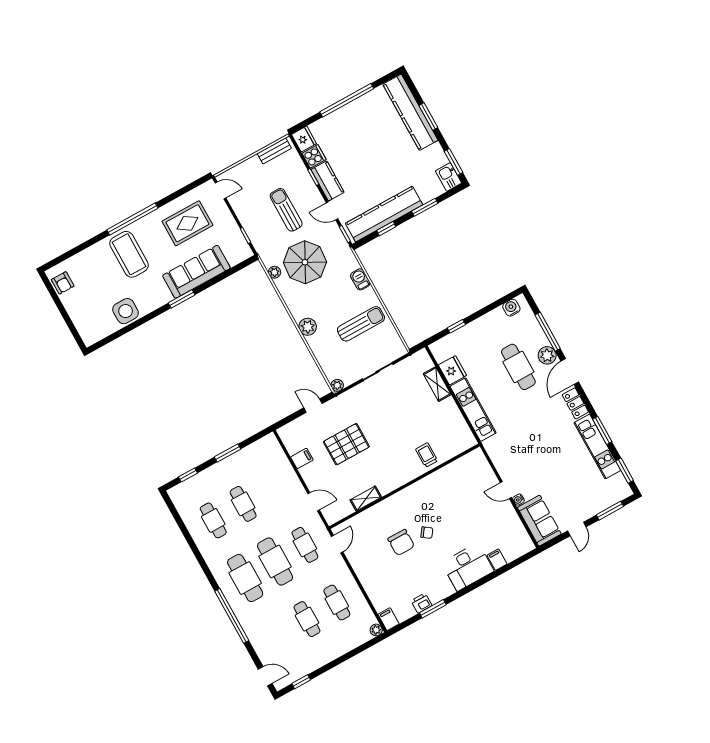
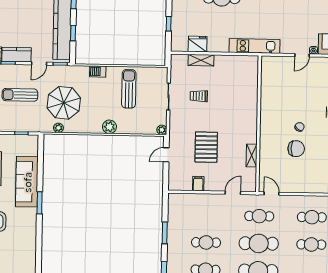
side table: (126, 311) -> (26, 246), removed
kitchen unit: (473, 410) -> (254, 46), moved
trolley: (427, 455) -> (199, 96), moved

